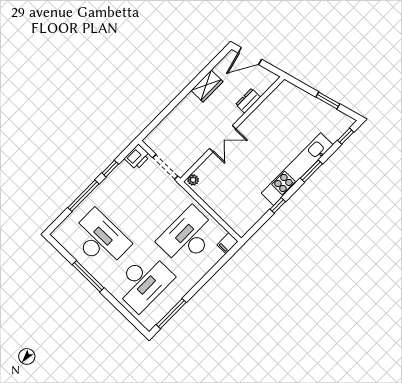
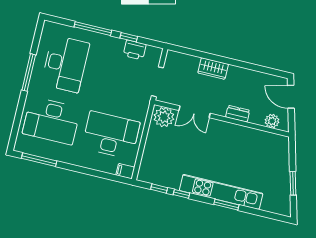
wardrobe: (207, 86) -> (213, 69), moved
plant: (261, 86) -> (272, 121), added
dresser: (248, 101) -> (238, 114), moved
window: (346, 136) -> (159, 188), moved
double door: (223, 139) -> (194, 112), moved
printer: (137, 157) -> (135, 50), moved
plant: (193, 180) -> (164, 117), width x1.88, depth x1.88

